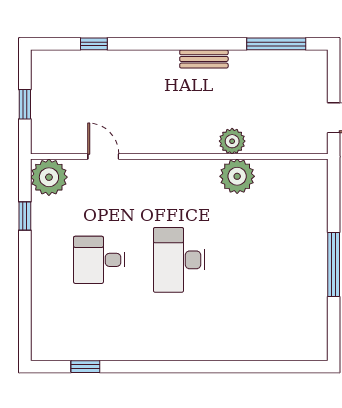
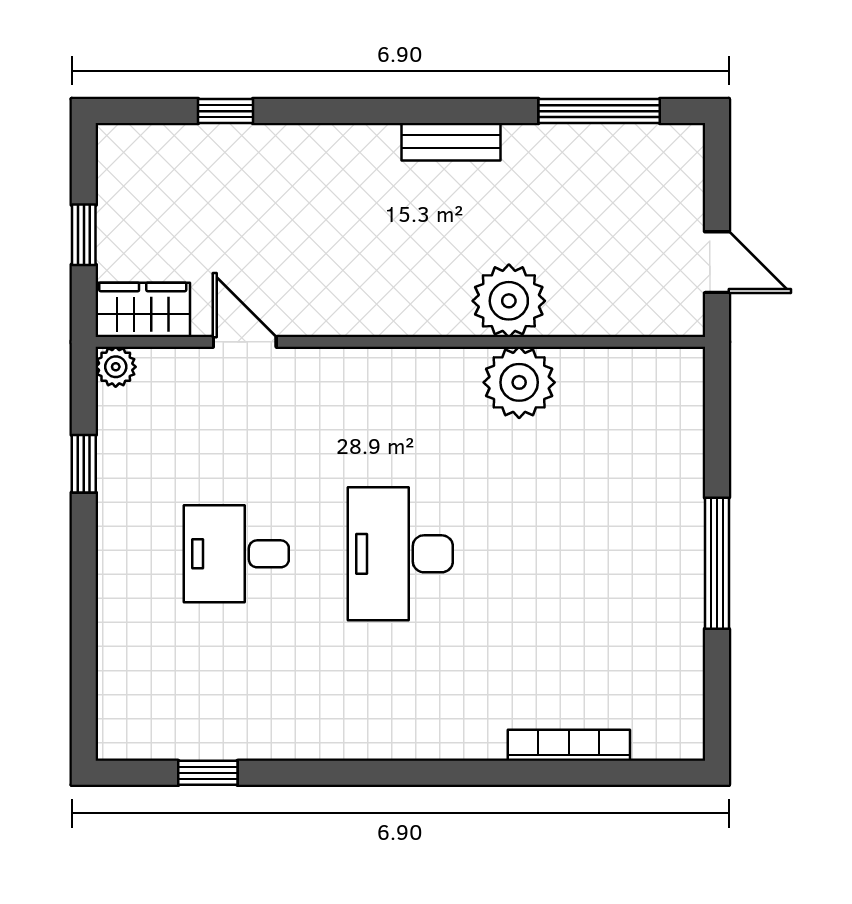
wardrobe: (54, 141) -> (143, 310), added
plant: (232, 141) -> (509, 301), width x1.36, depth x1.36
plant: (49, 177) -> (116, 367), width x0.53, depth x0.53
bookcase: (261, 353) -> (569, 745), added

